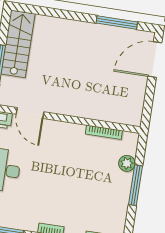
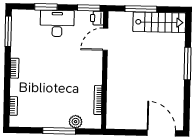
window: (117, 22) -> (188, 64), moved

